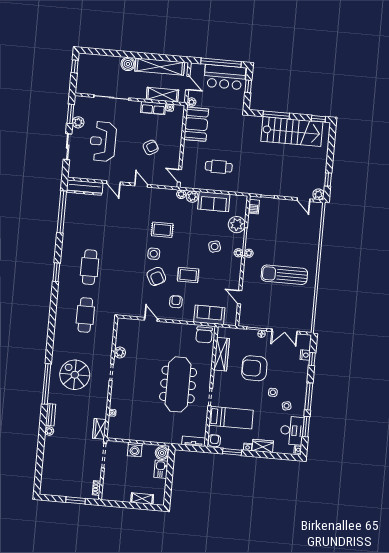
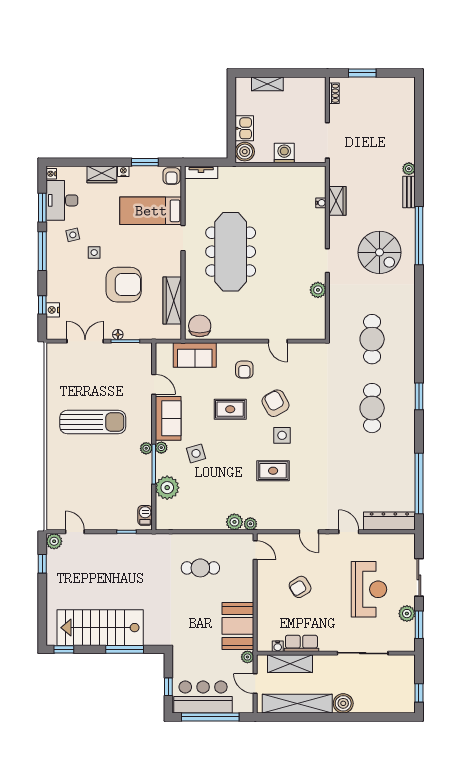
sofa: (214, 202) -> (168, 418), moved, turned 90
wardrobe: (99, 429) -> (337, 201), moved

